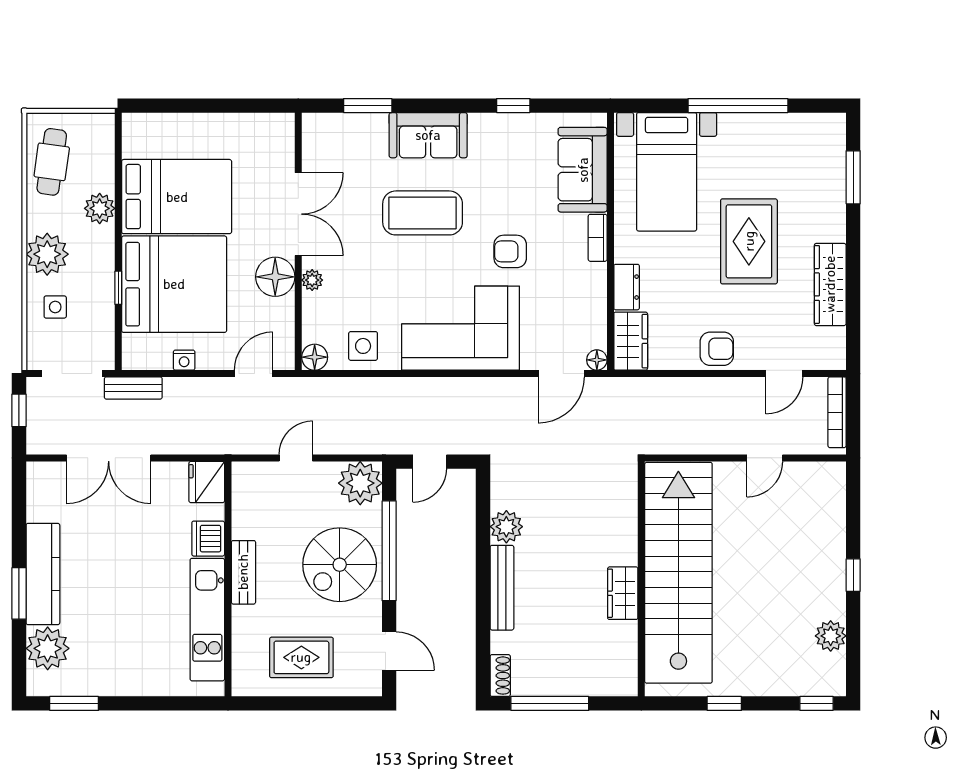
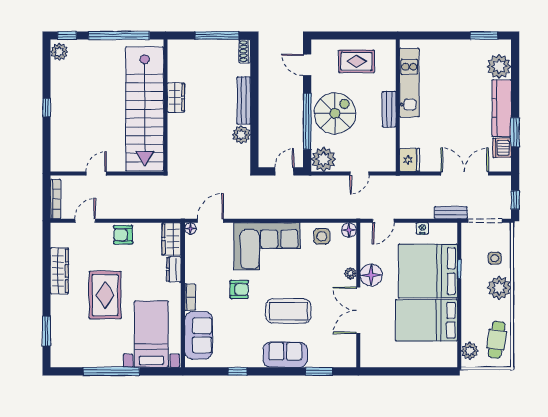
plant: (100, 208) -> (470, 351), moved
dishwasher: (208, 539) -> (502, 148), moved, turned 180
window: (19, 593) -> (515, 132), moved
plant: (831, 636) -> (59, 52), moved
window: (724, 703) -> (119, 35), width x3.17

